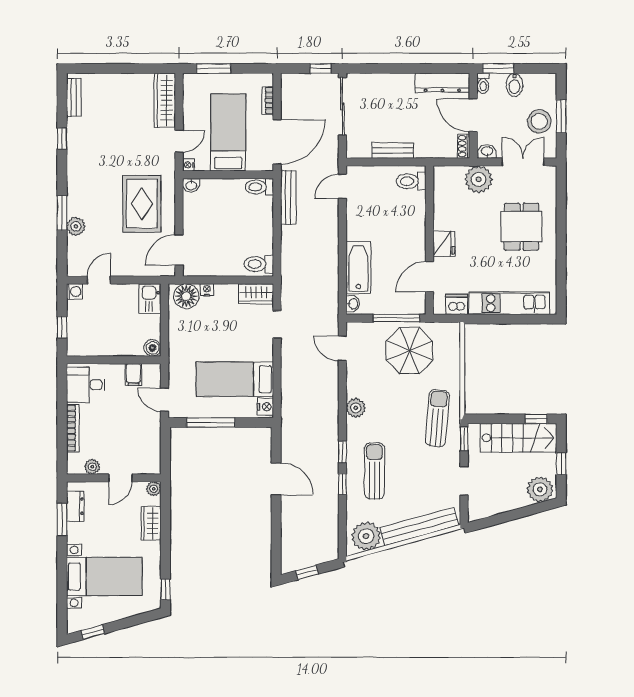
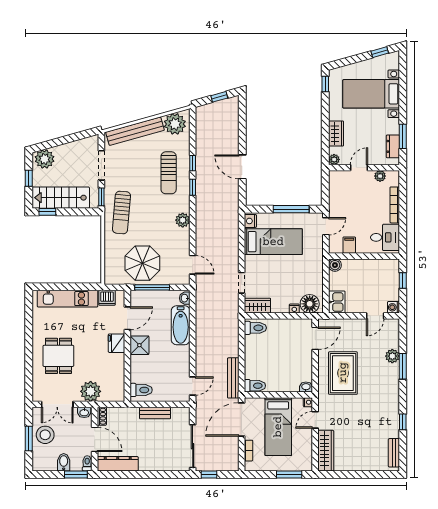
shower: (413, 241) -> (139, 345), added
door: (165, 400) -> (326, 226), hinge flipped
doorway: (464, 481) -> (101, 165), width x1.38

